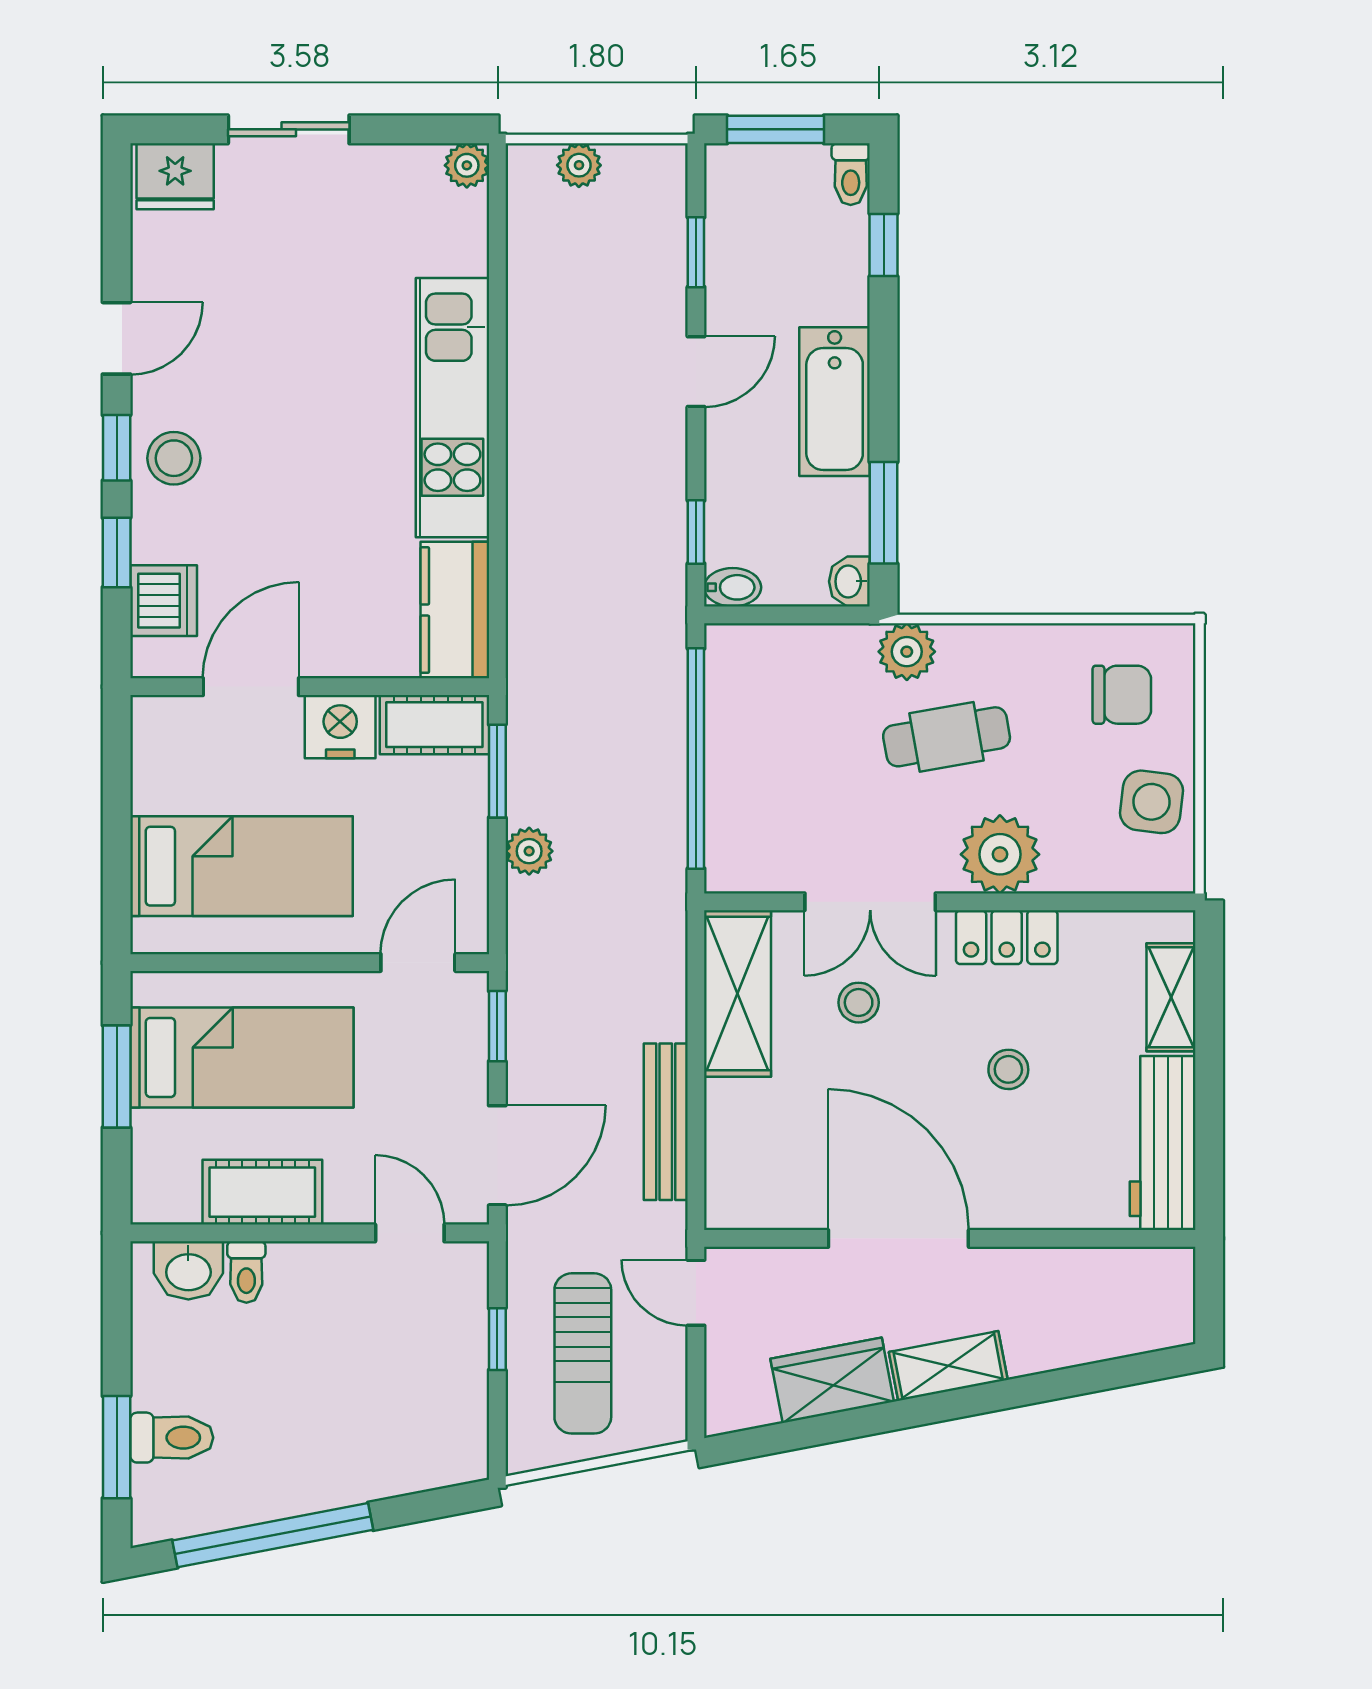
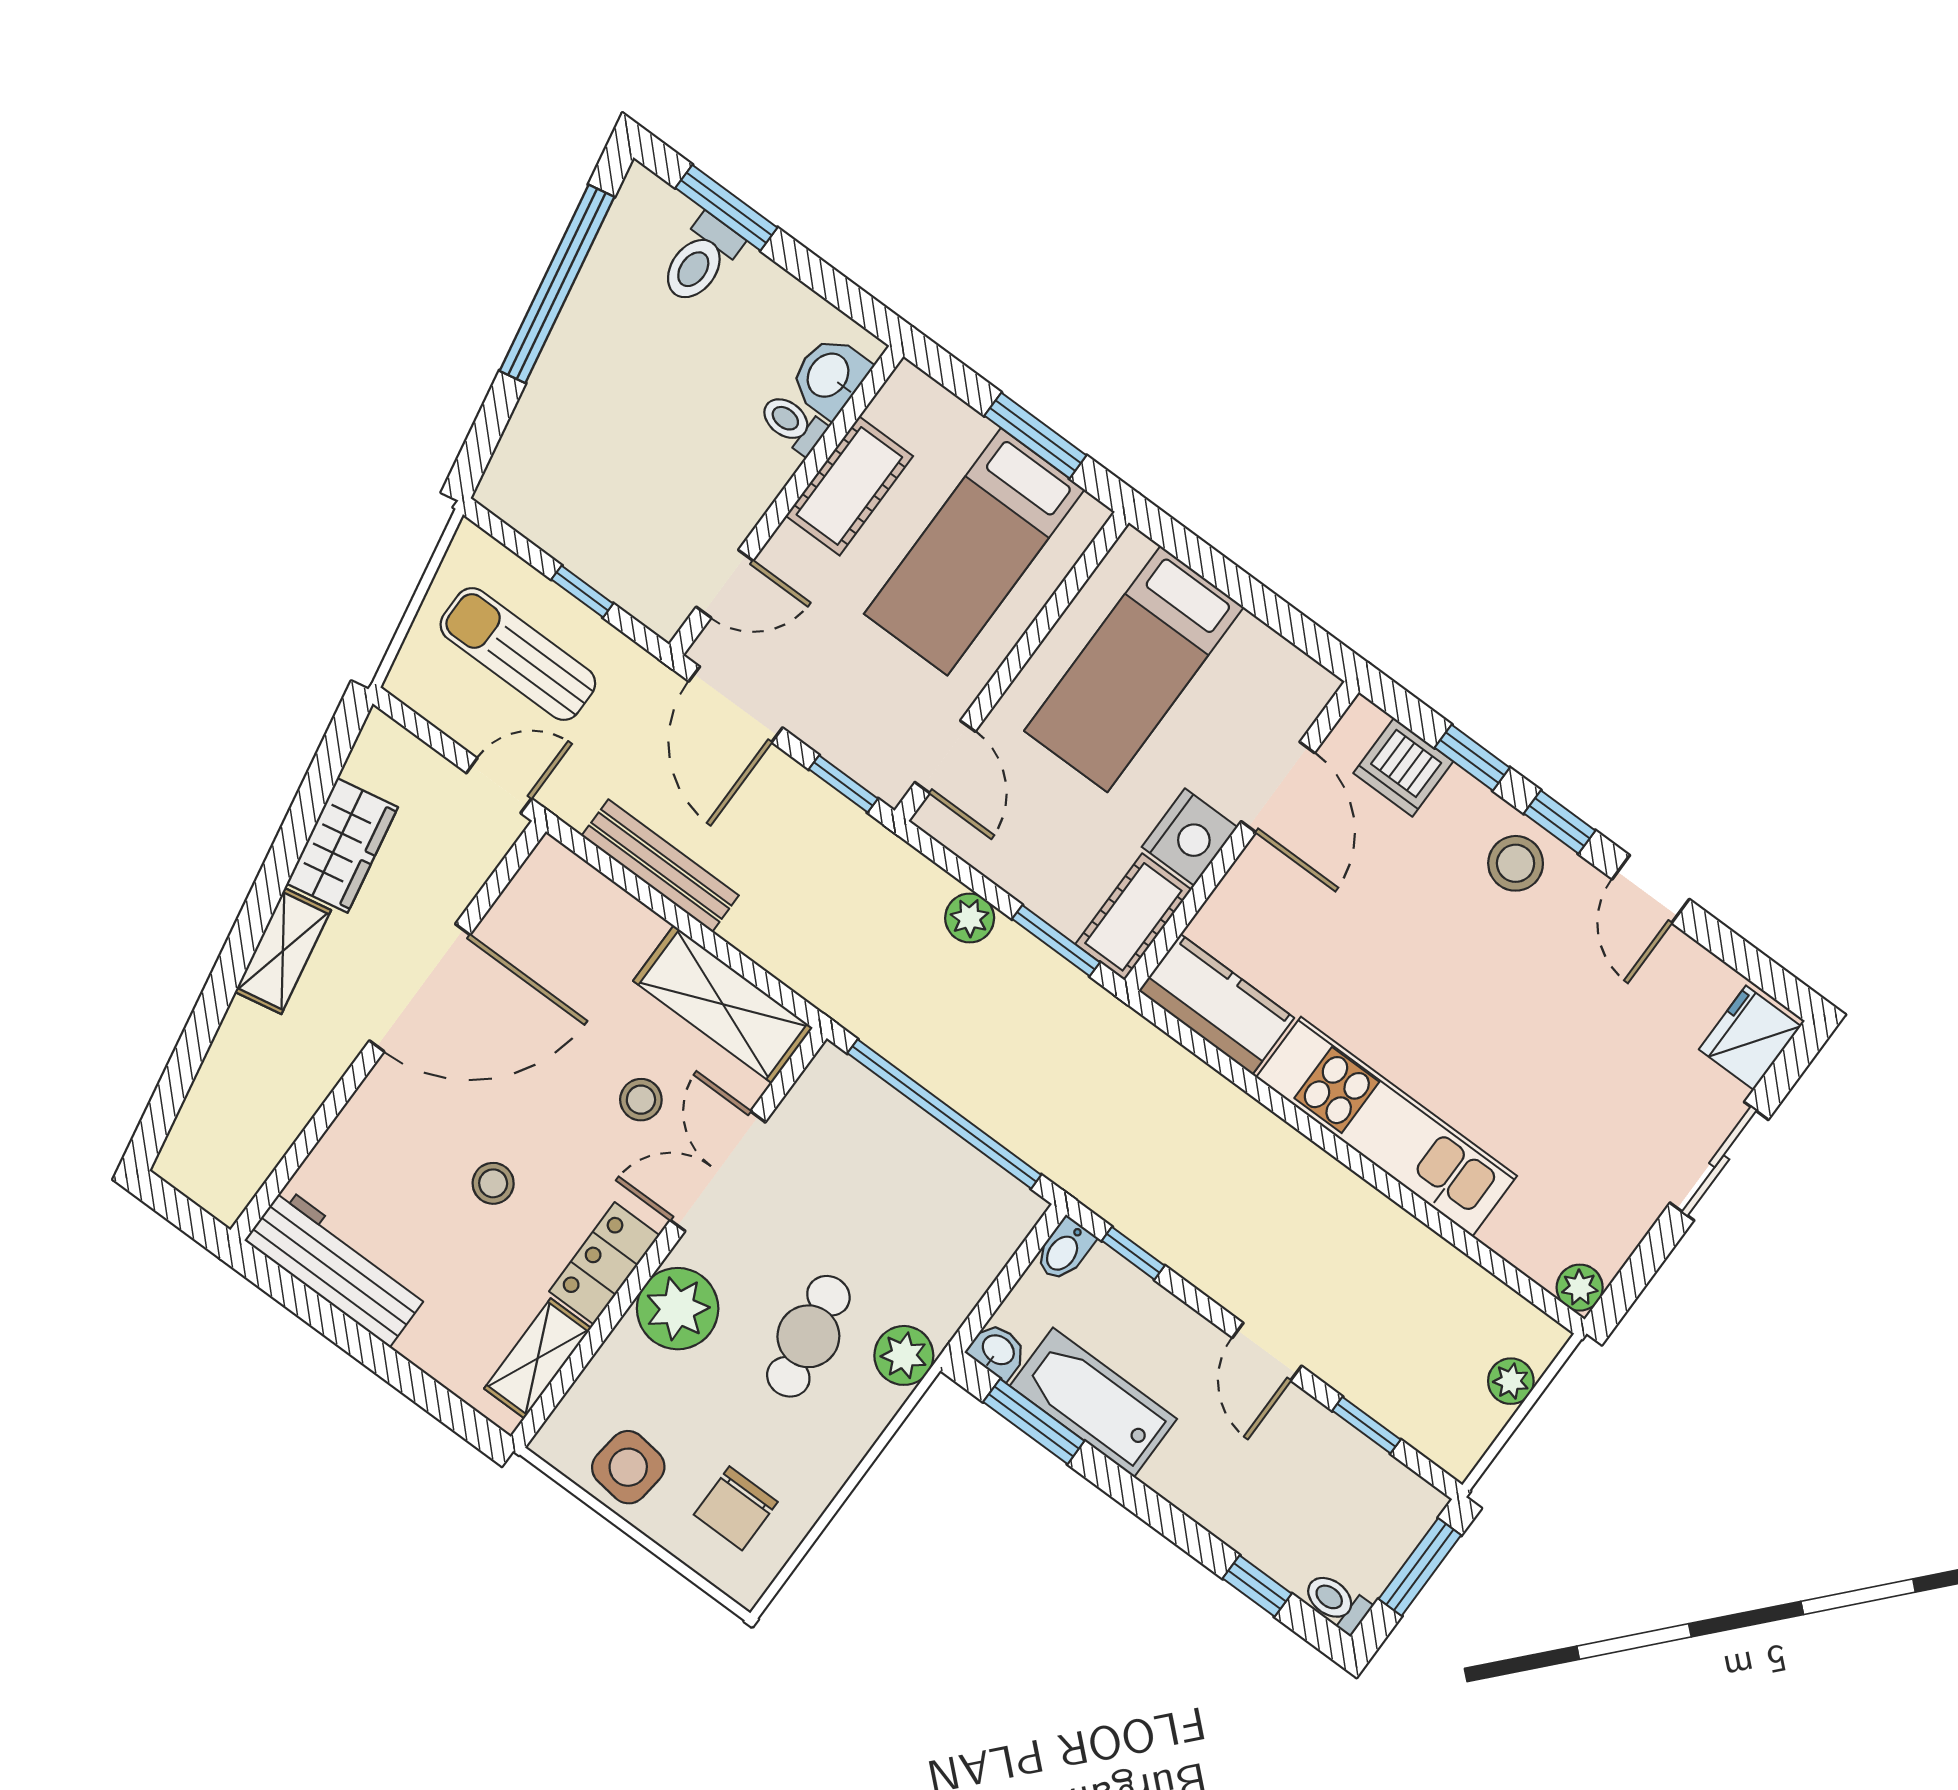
bathtub: (835, 402) -> (1093, 1402), moved
shelving: (1171, 997) -> (538, 1358), moved, turned 90

